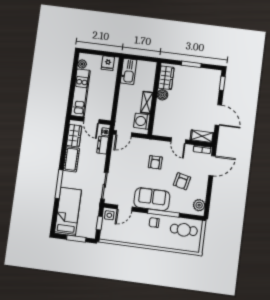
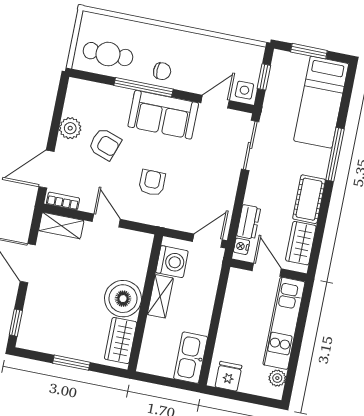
boiler: (162, 95) -> (123, 299), width x1.86, depth x1.86
armchair: (182, 181) -> (105, 144), turned 96
plant: (199, 205) -> (70, 128), moved

